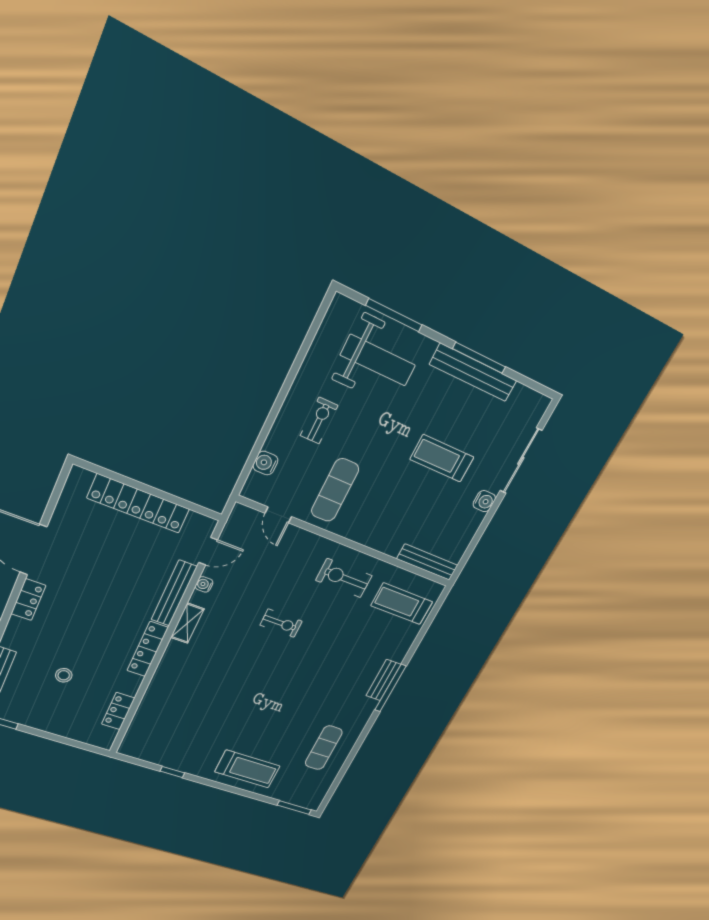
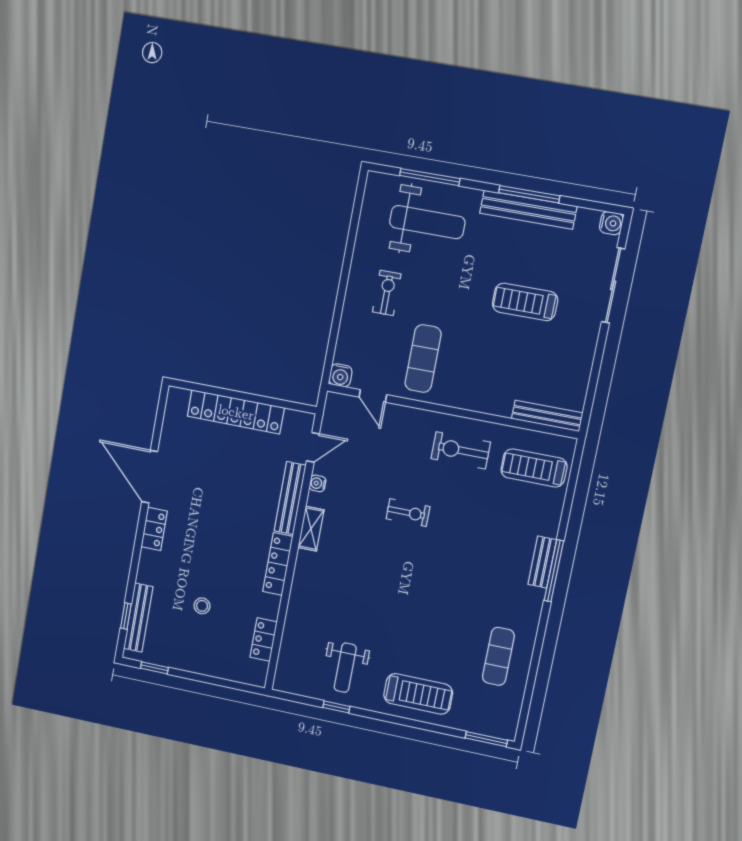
water cooler: (265, 463) -> (341, 375), moved, turned -90
water cooler: (484, 501) -> (611, 223), moved
weight bench: (189, 742) -> (345, 668), added

